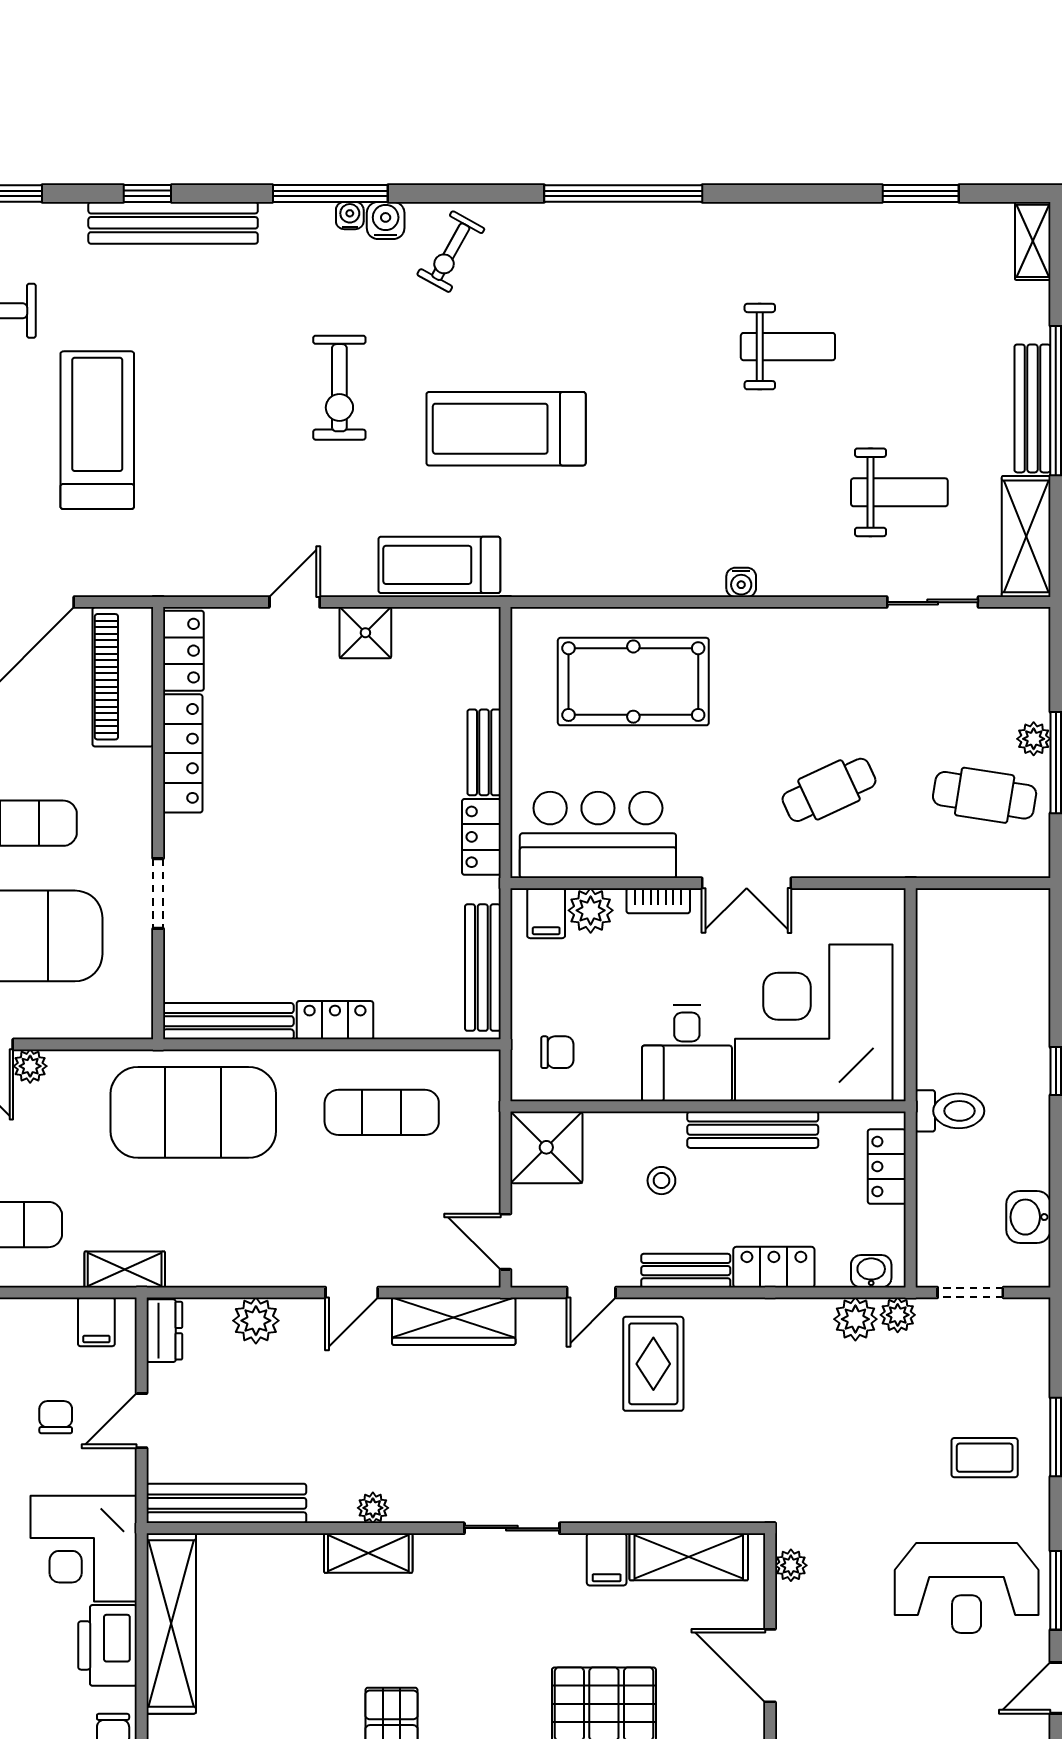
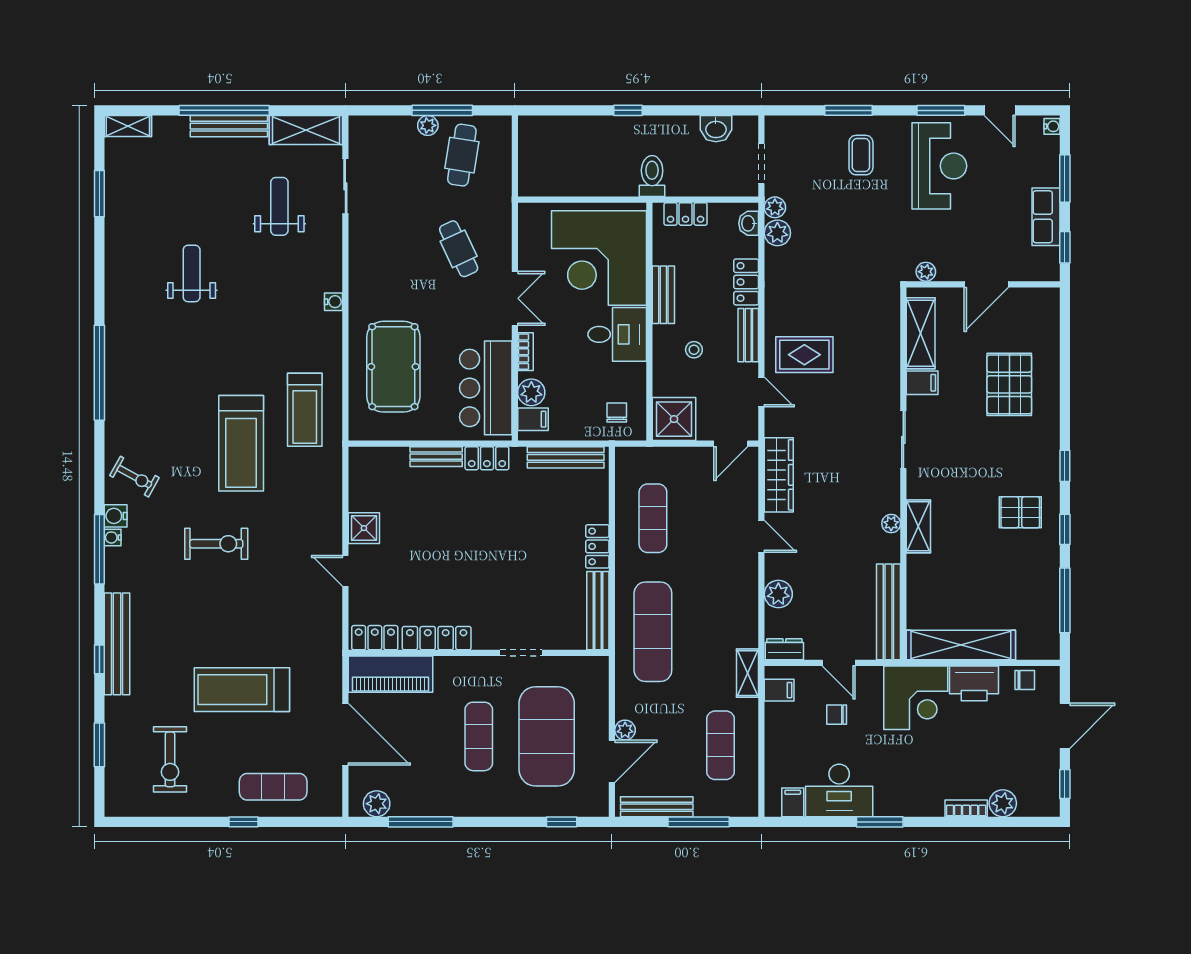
treadmill: (439, 565) -> (305, 410), moved
exercise mat: (193, 1112) -> (653, 632), width x0.68
bench: (753, 1130) -> (663, 295), width x0.73

